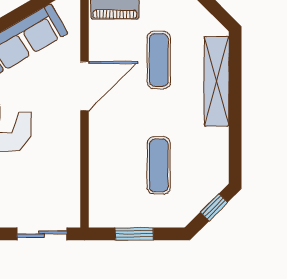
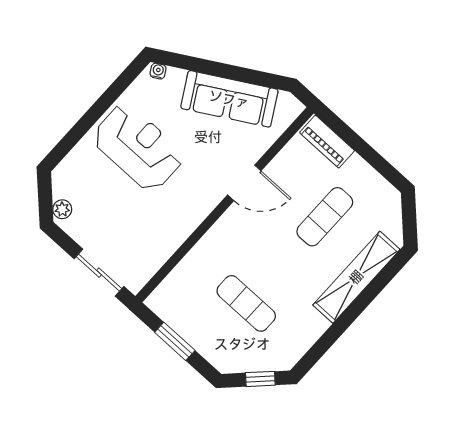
door: (85, 86) -> (244, 183), width x0.73
exercise mat: (159, 165) -> (246, 303), turned 90

